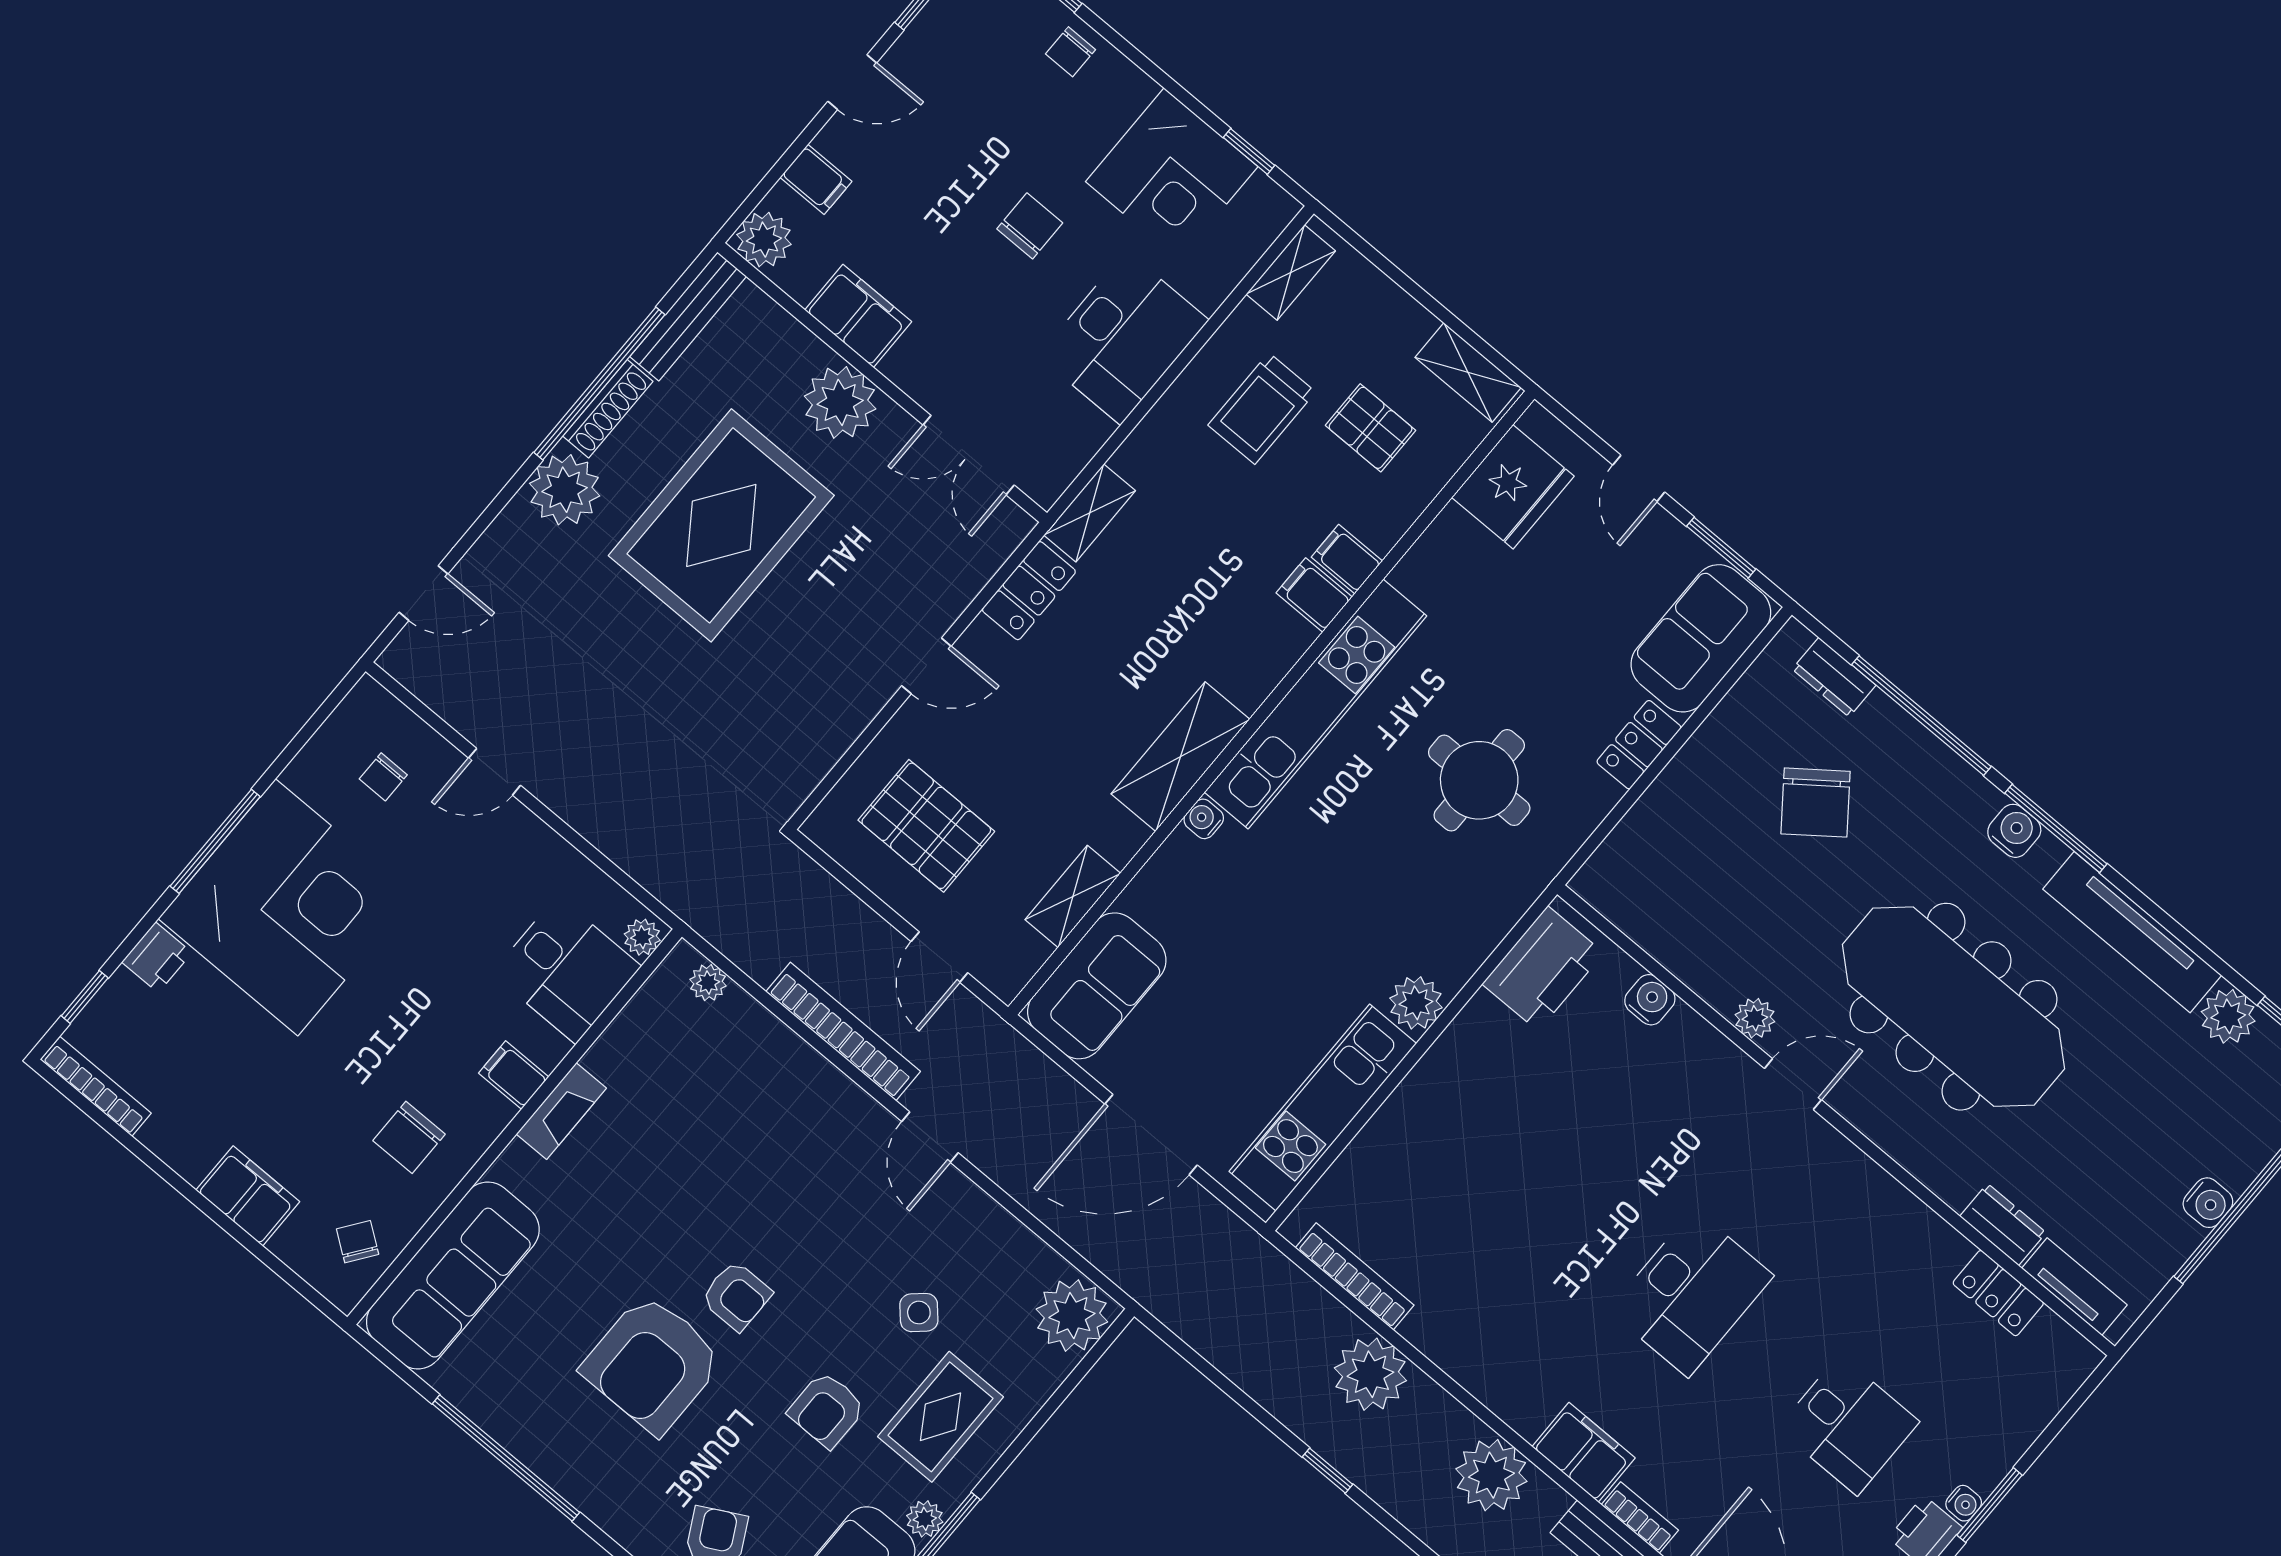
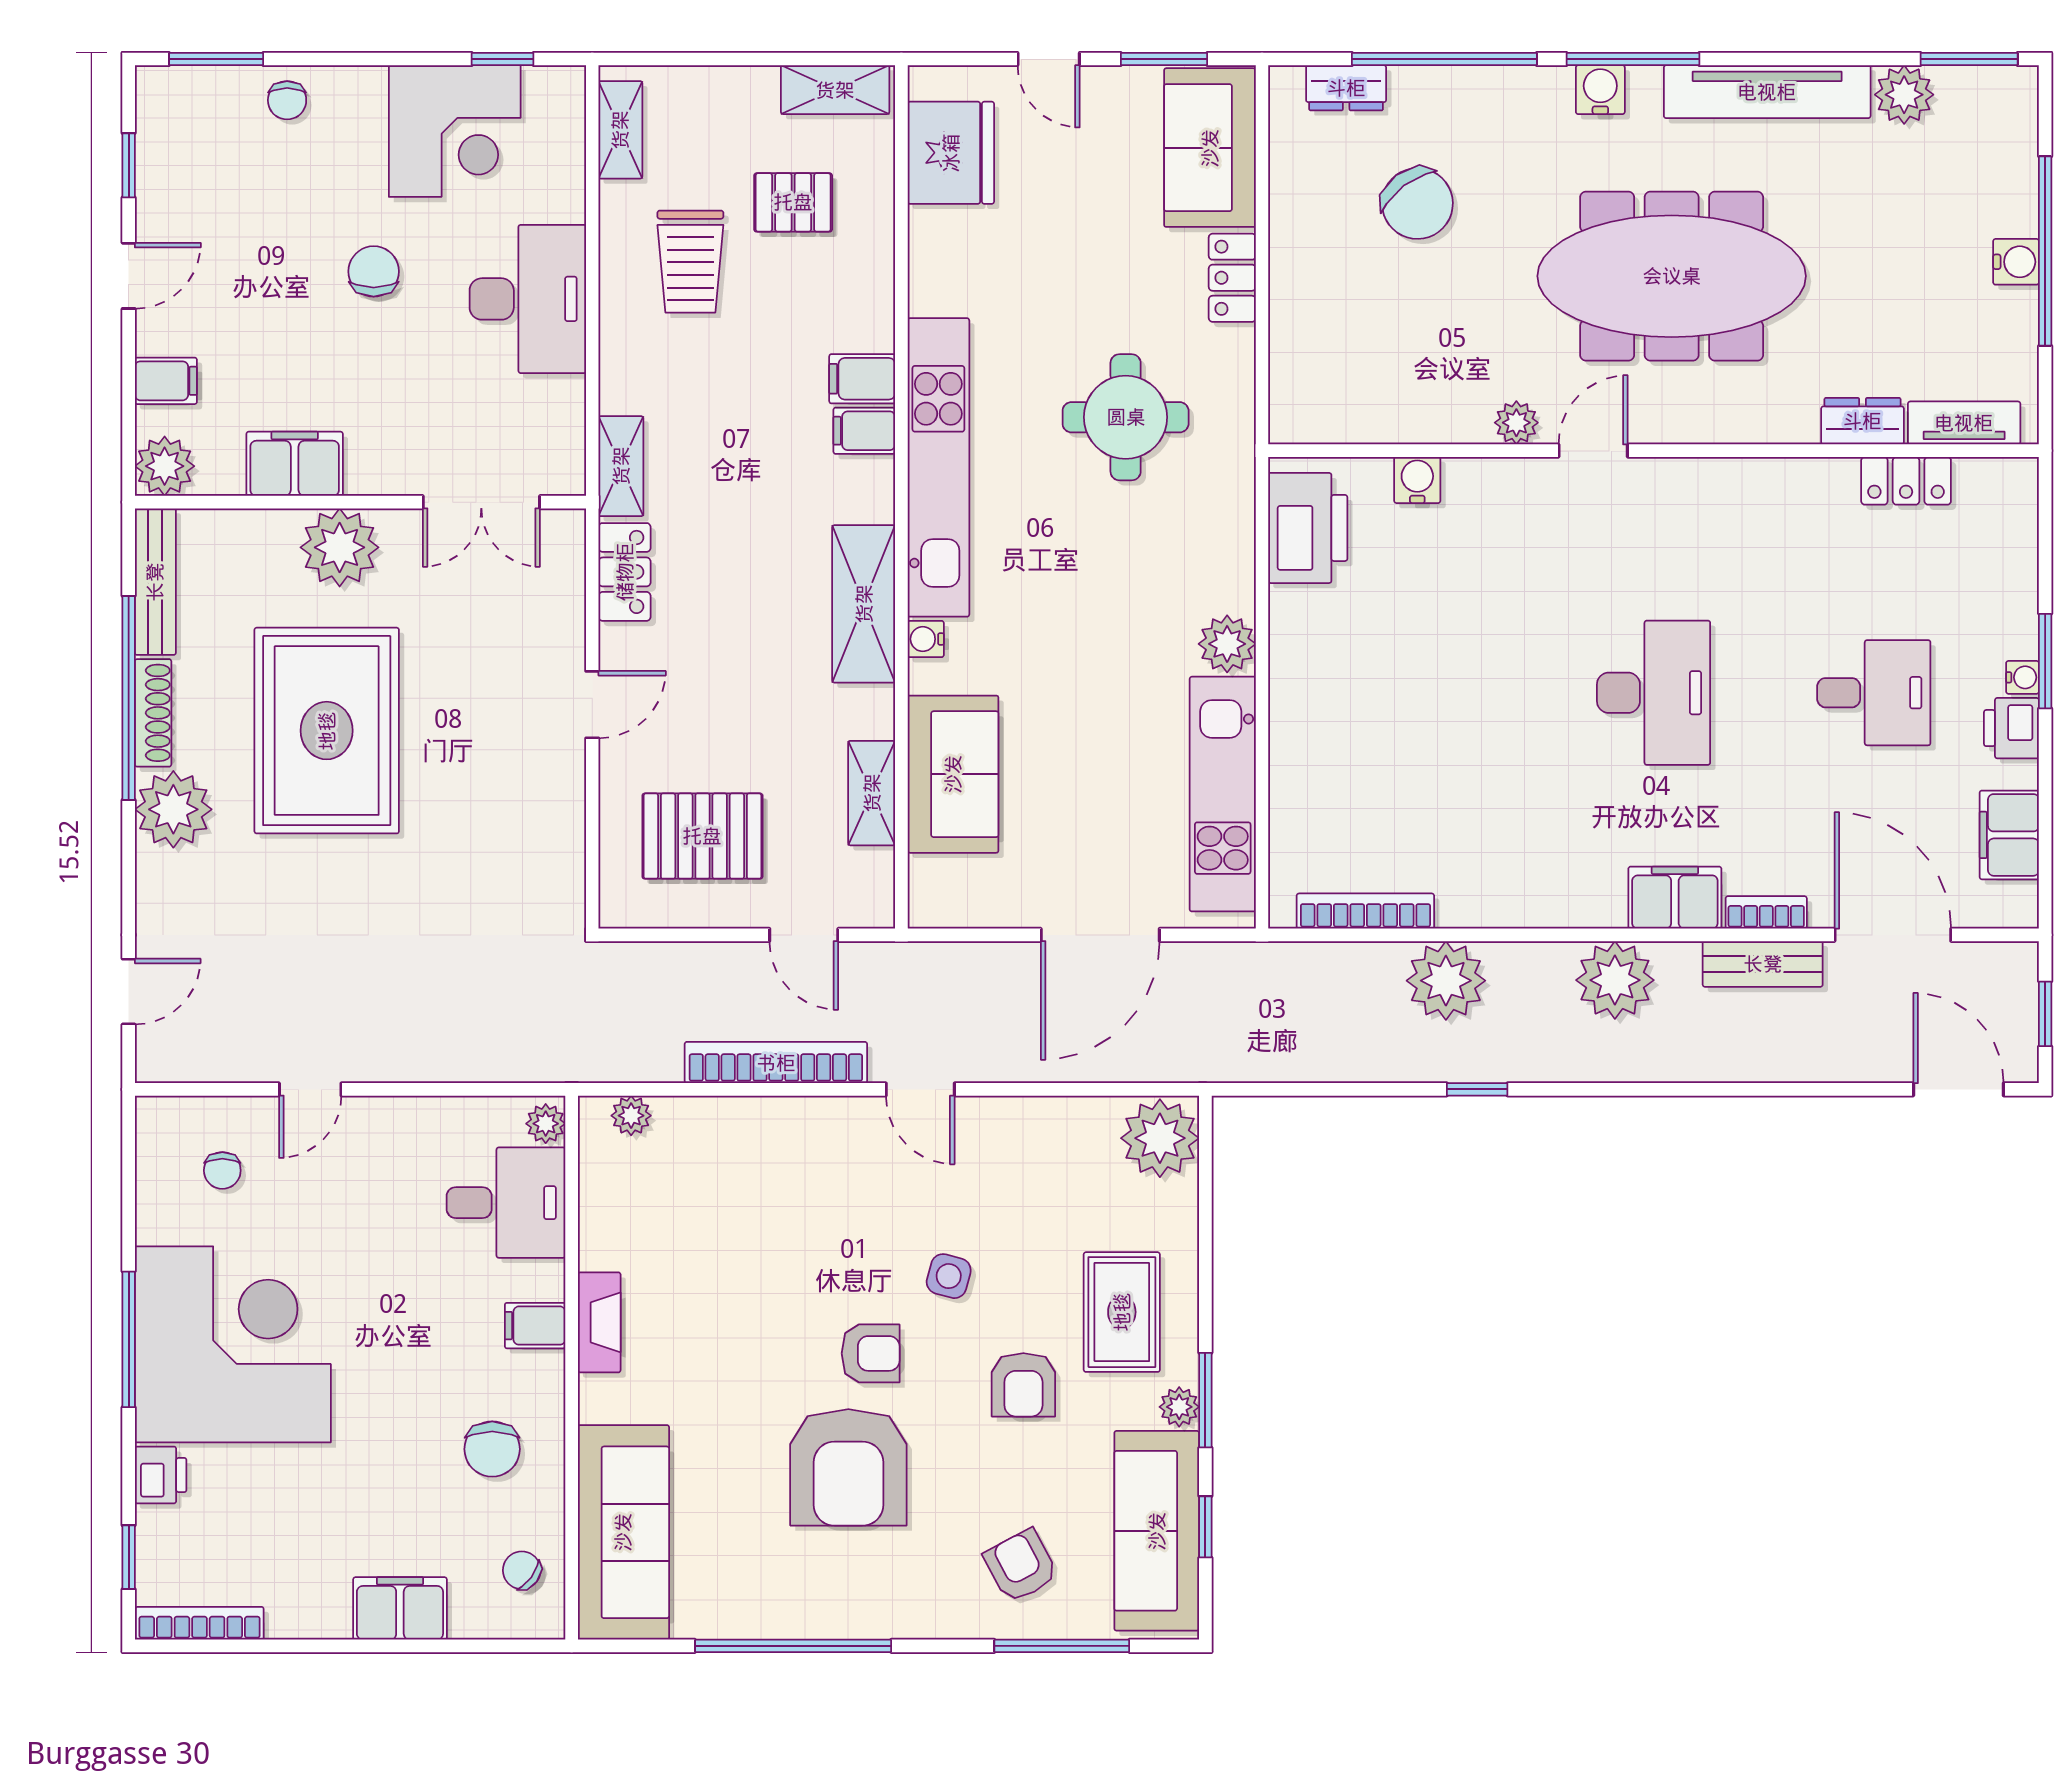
filing cabinet: (1347, 559) -> (864, 431), moved
sofa: (1097, 986) -> (953, 774), moved
side table: (919, 1313) -> (949, 1276), moved, turned -33

